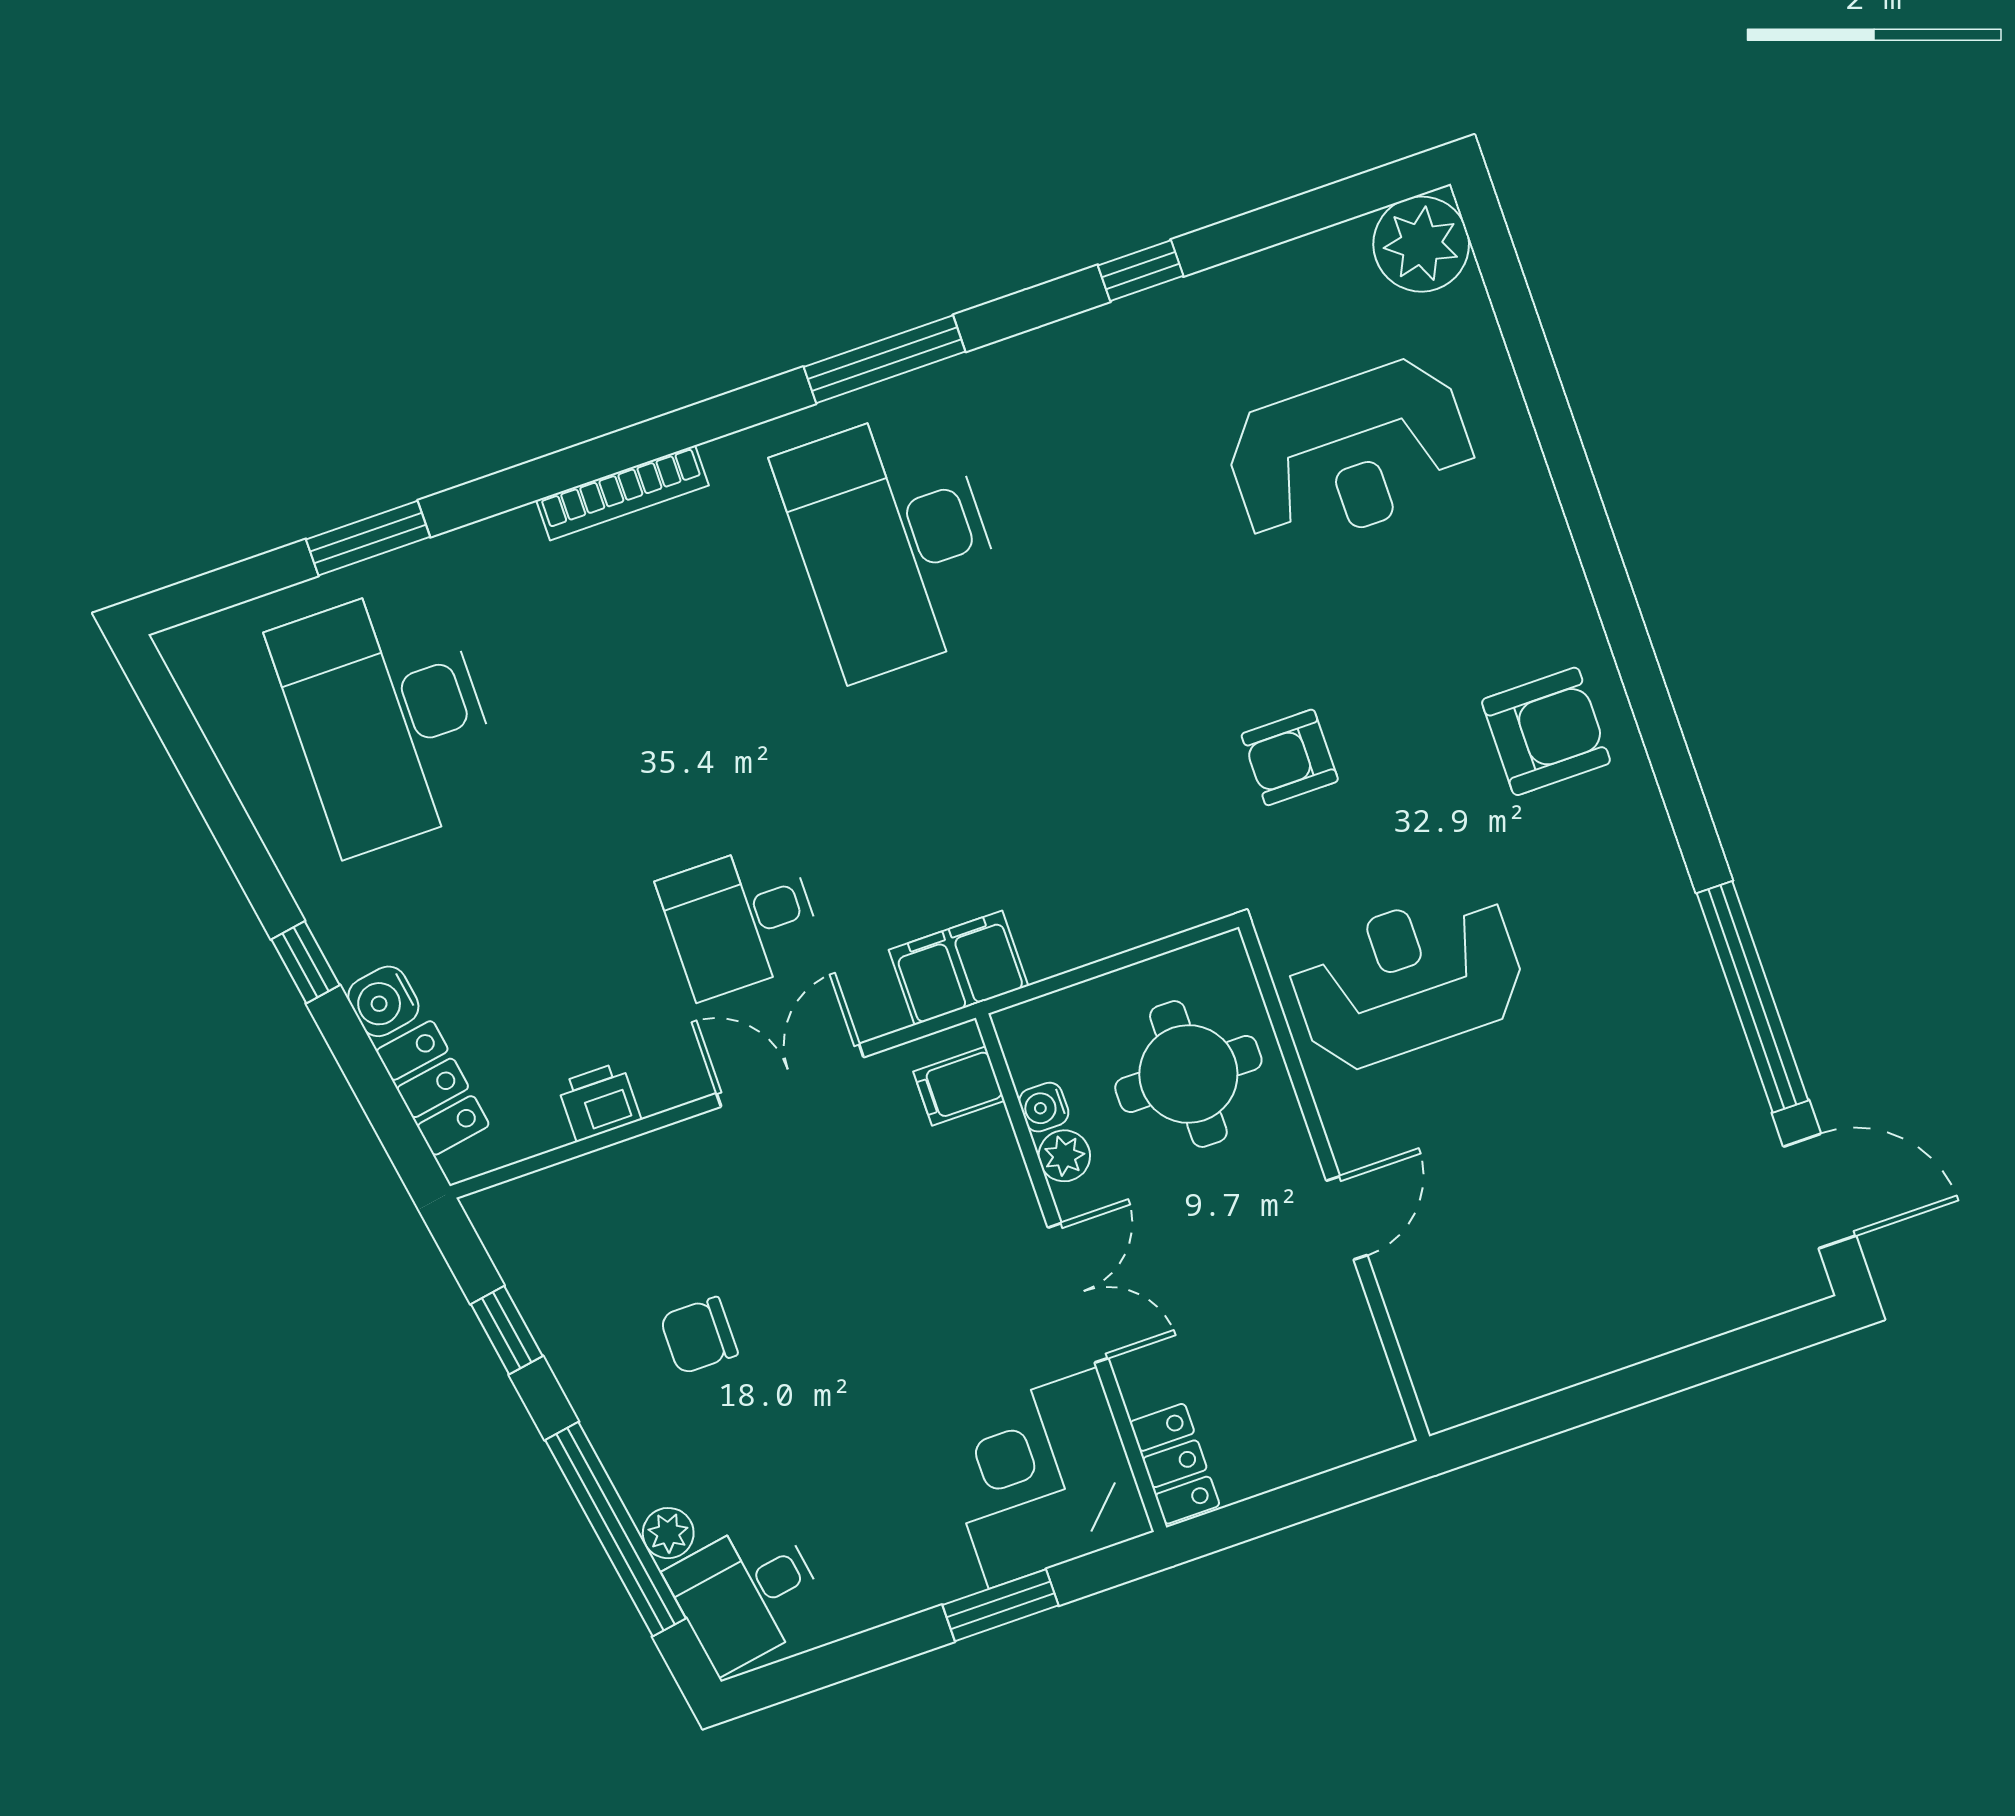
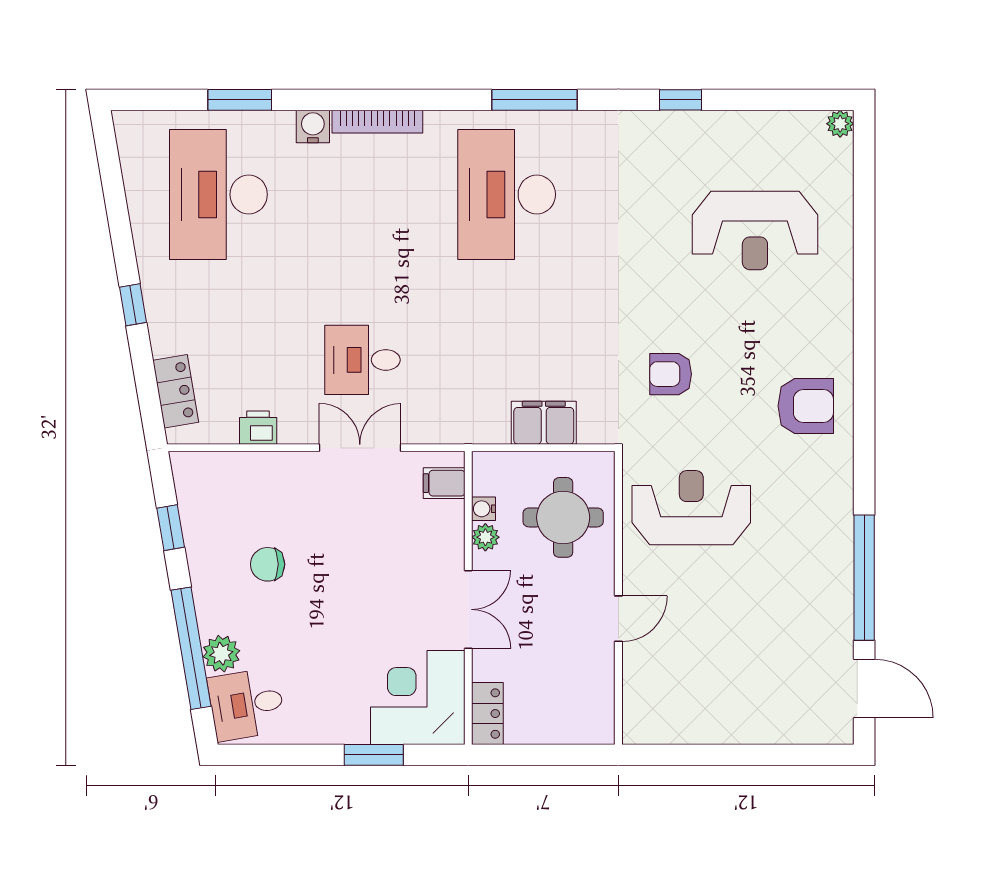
plant: (1421, 244) -> (840, 124), width x0.53, depth x0.53
filing cabinet: (958, 968) -> (544, 423), moved
water cooler: (383, 1001) -> (313, 126), moved, turned 100
plant: (668, 1533) -> (221, 654), width x1.38, depth x1.38

